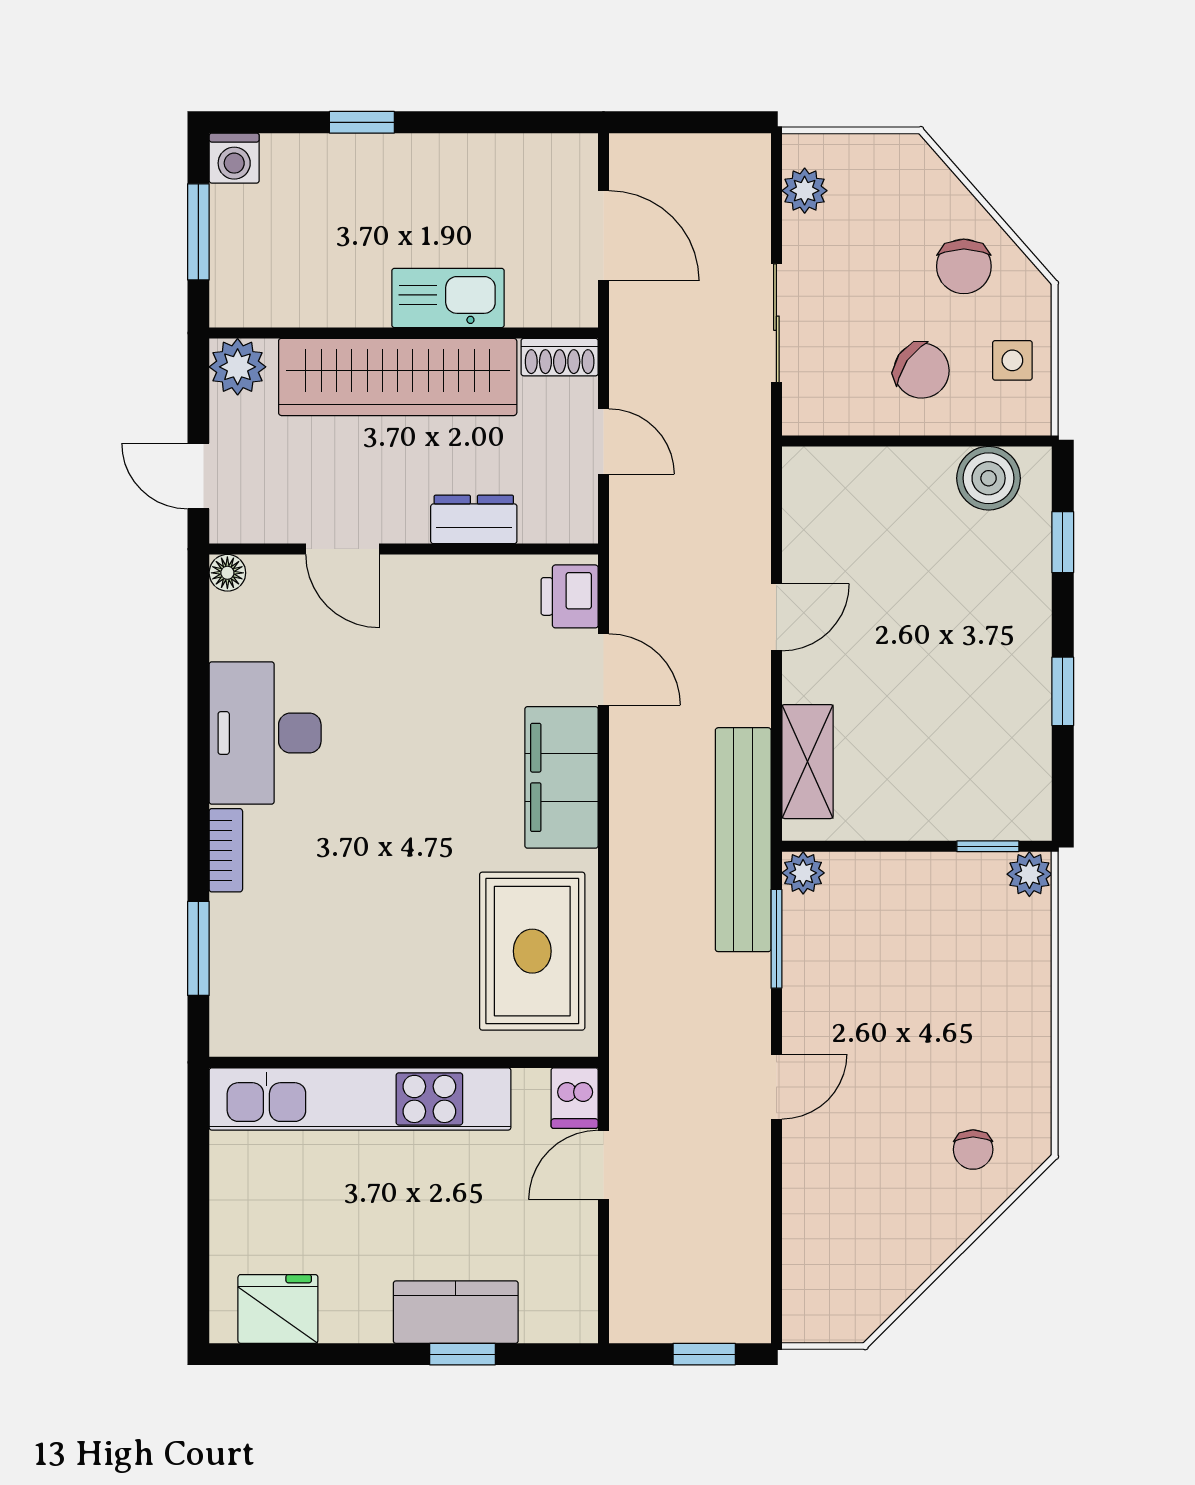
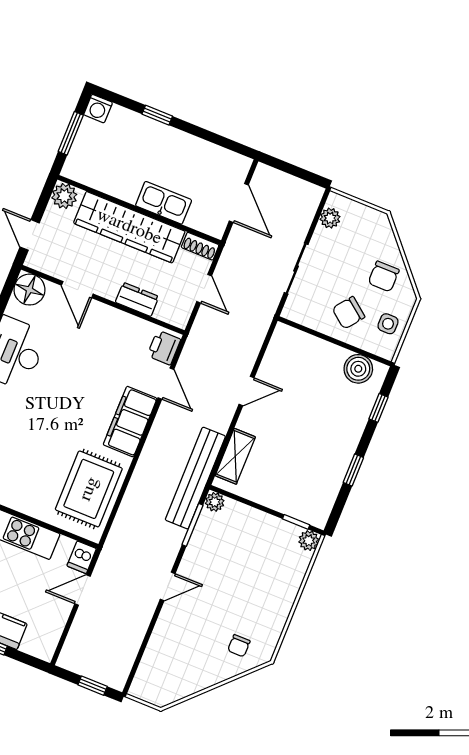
chair: (922, 371) -> (349, 313), turned 93
floor lamp: (227, 573) -> (29, 290), width x1.89, depth x1.89

